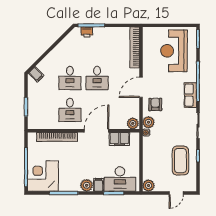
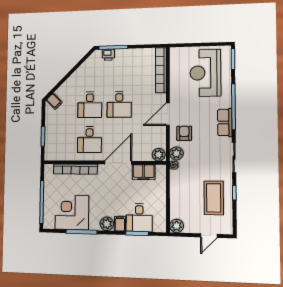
corner desk: (43, 176) -> (72, 212), moved
desk: (120, 179) -> (139, 218), width x0.73

